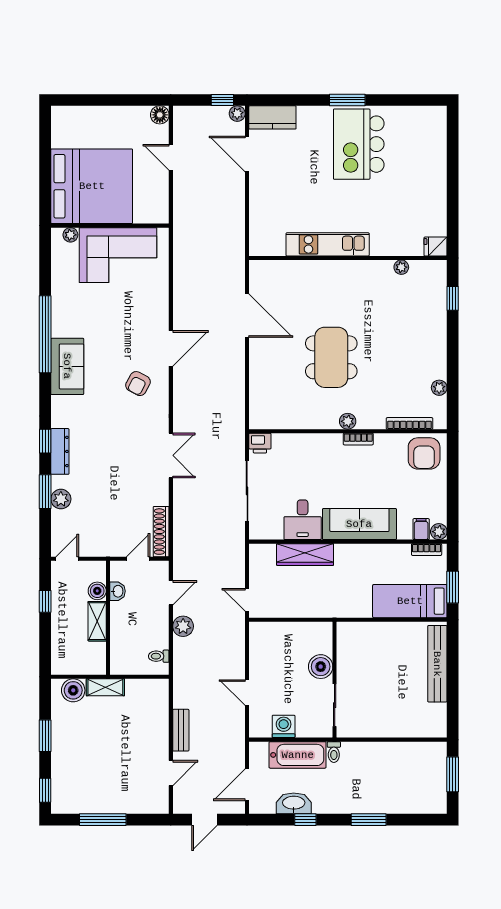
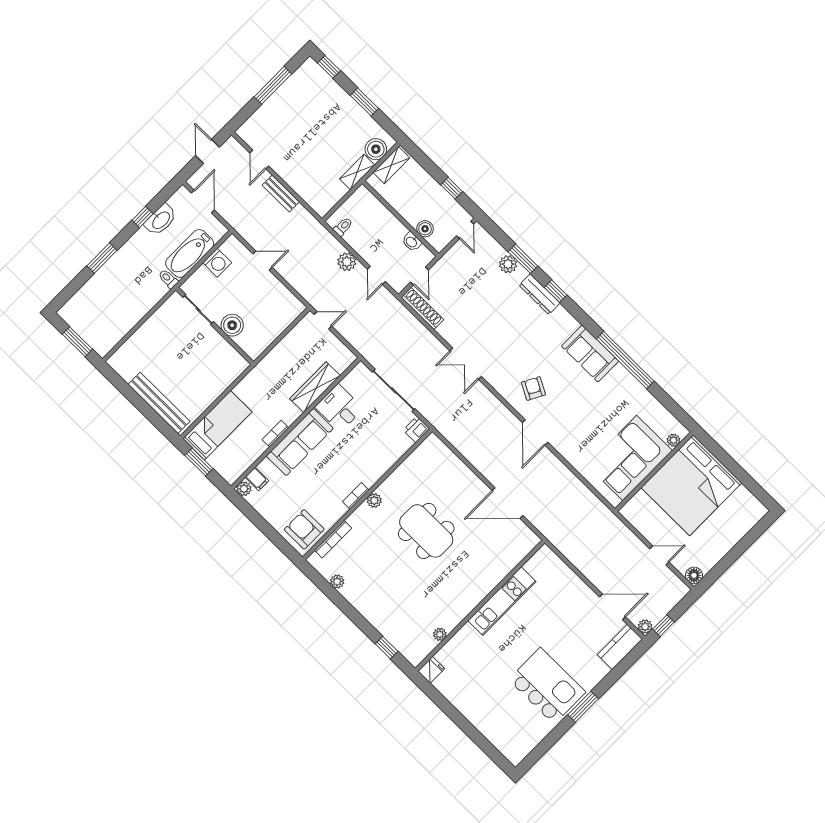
bookcase: (427, 550) -> (275, 434), moved
shelving: (97, 621) -> (391, 165), moved, turned 90

